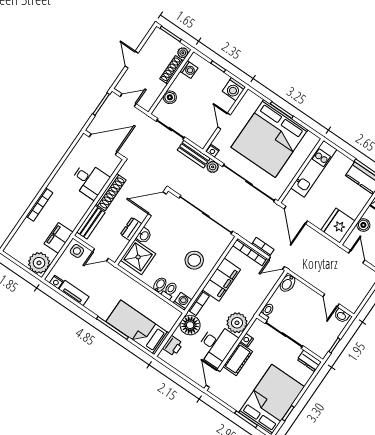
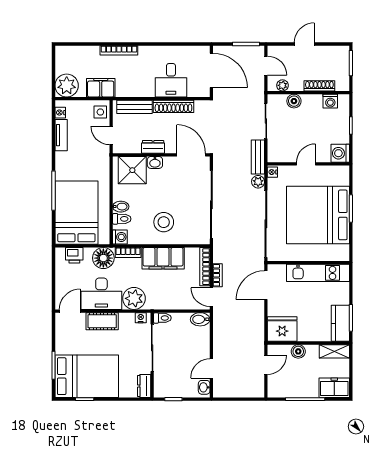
plant: (183, 53) -> (282, 85), moved
bed: (138, 327) -> (76, 213), width x1.50
nightstand: (247, 340) -> (141, 318), moved

